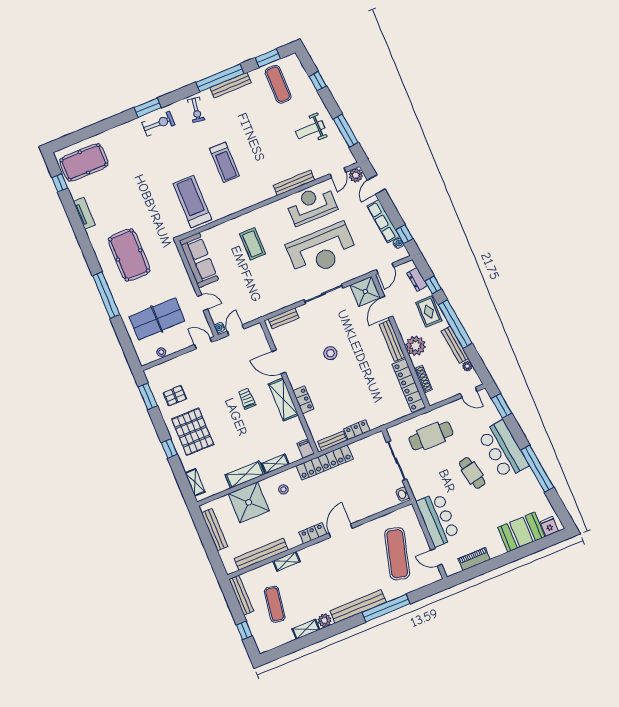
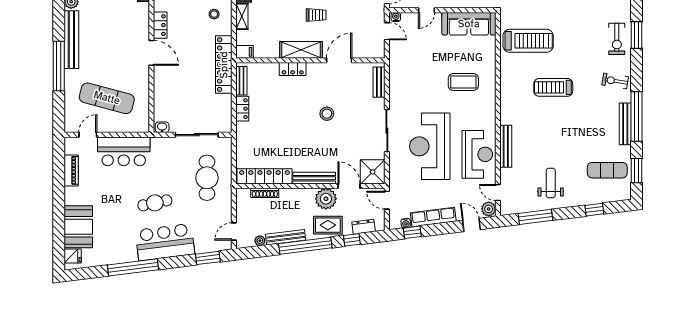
plant: (415, 346) -> (326, 199), moved

